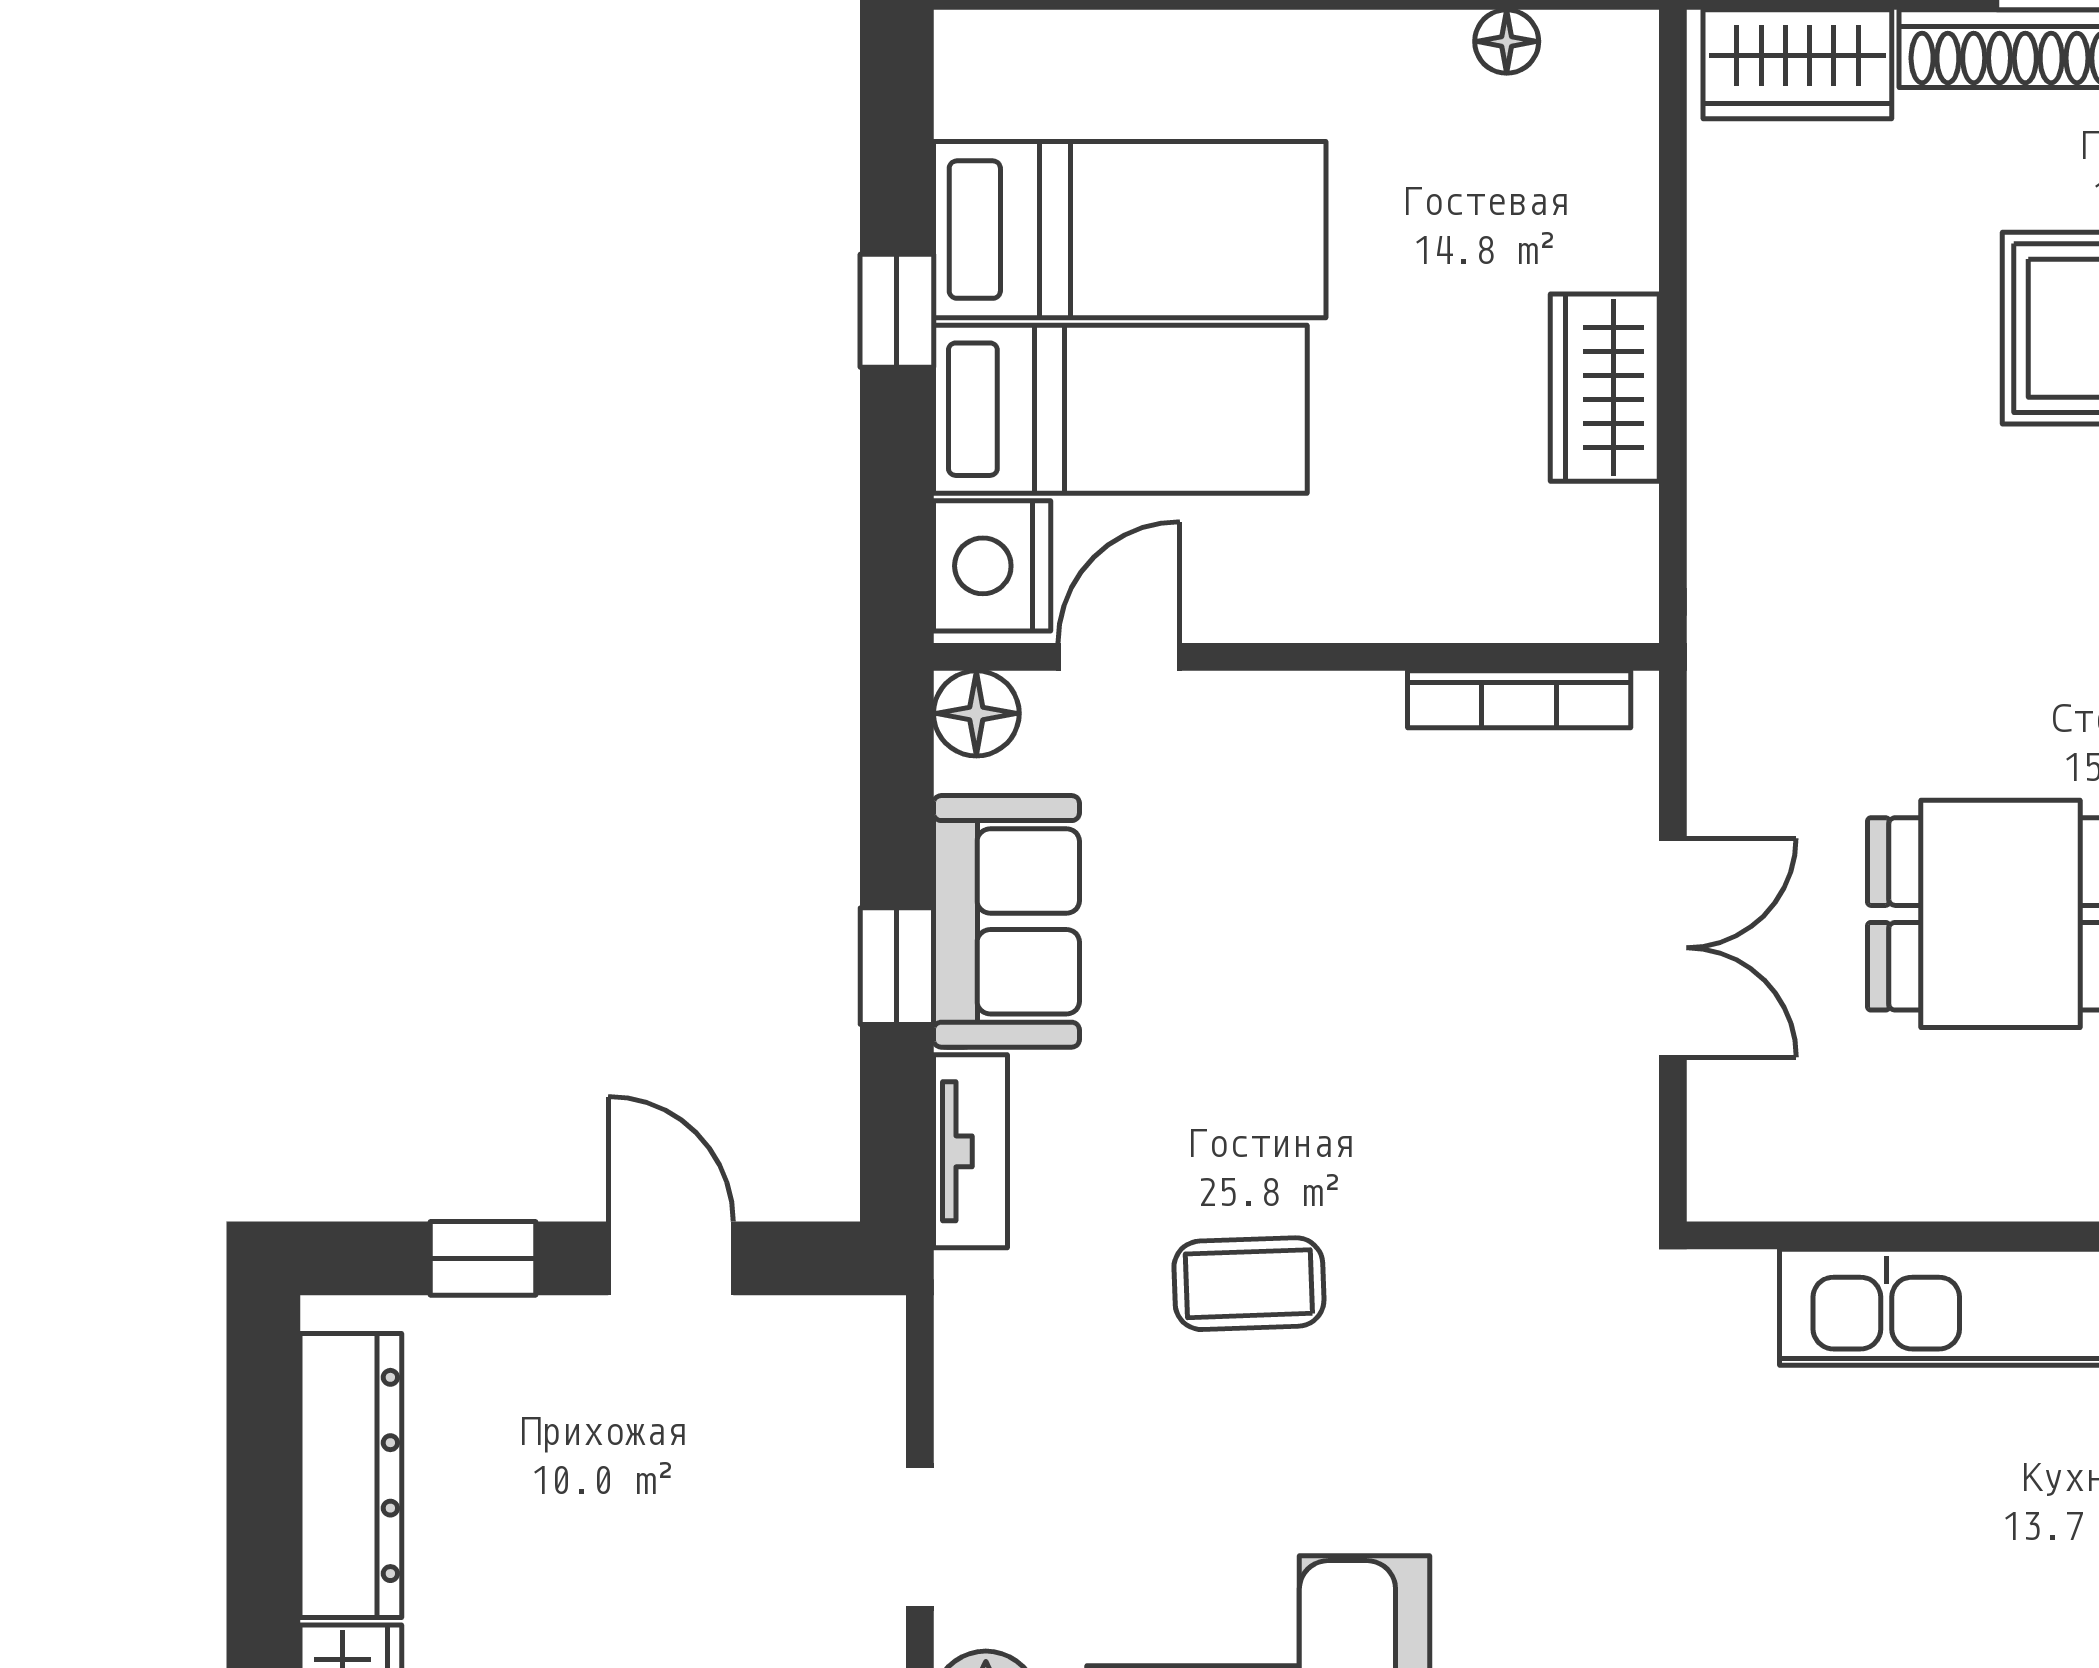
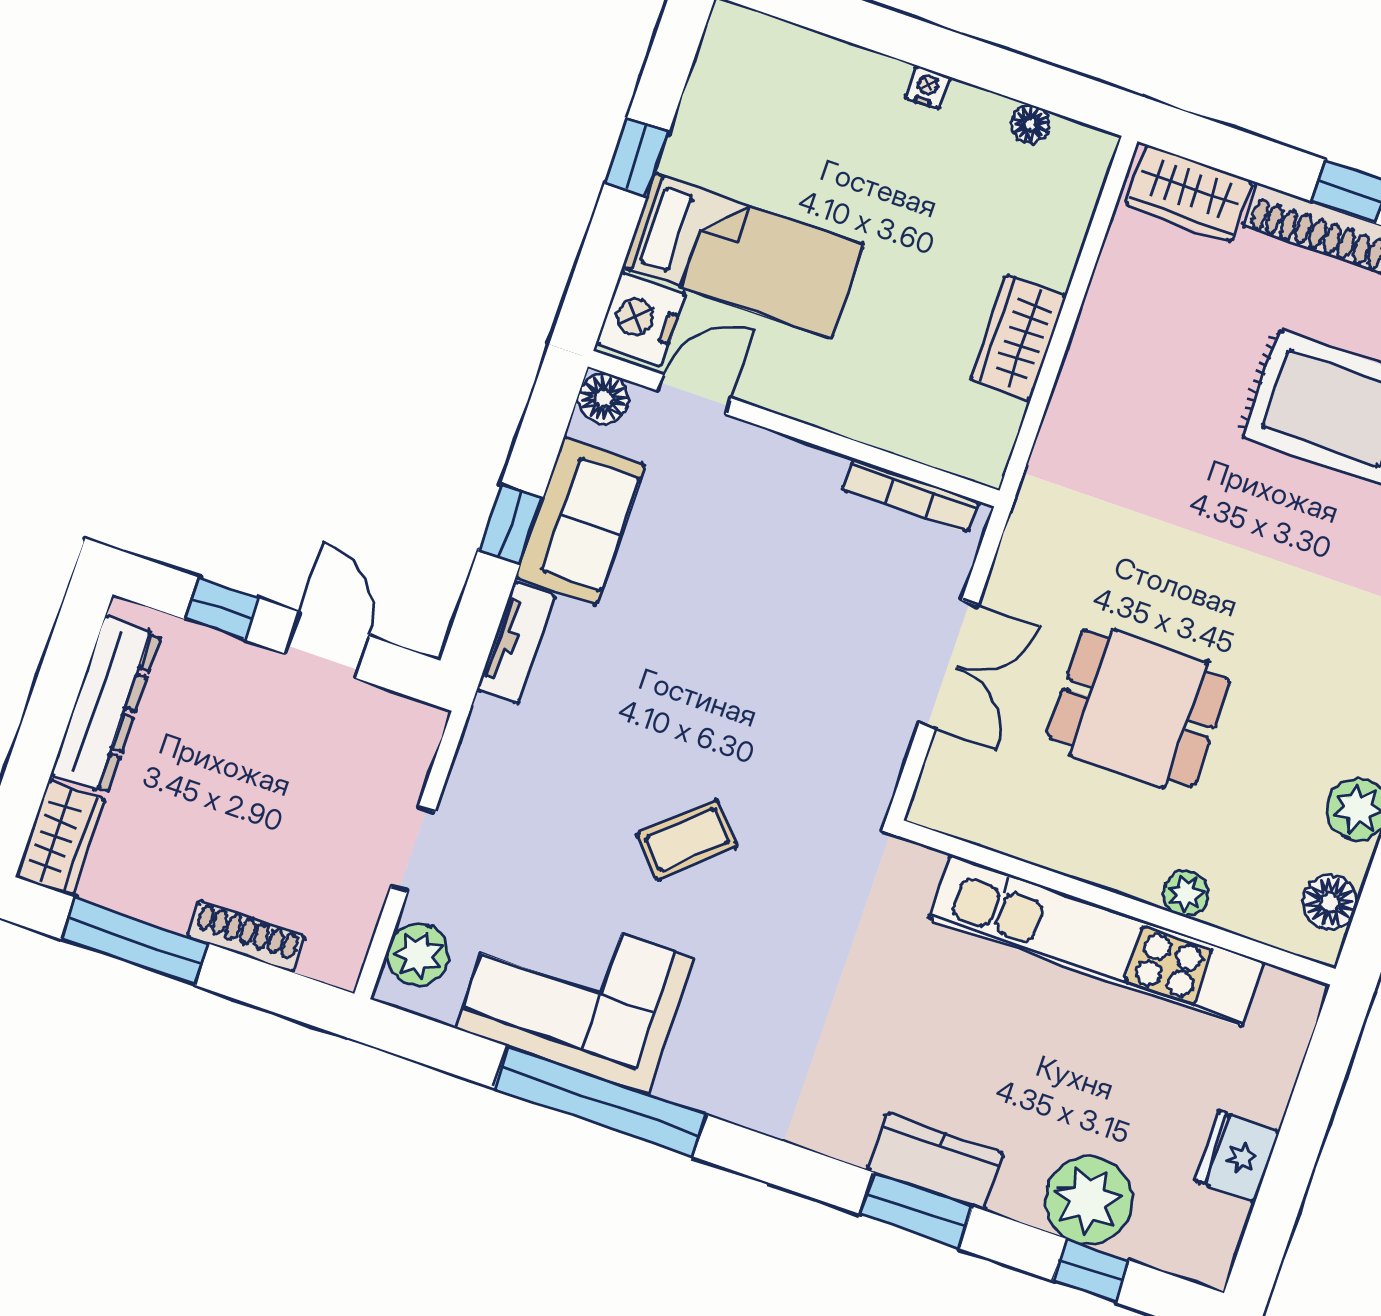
nightstand: (1322, 39) -> (927, 87), added
bed: (1130, 230) -> (783, 157), removed
coffee table: (1249, 1284) -> (687, 840), moved, turned -40

